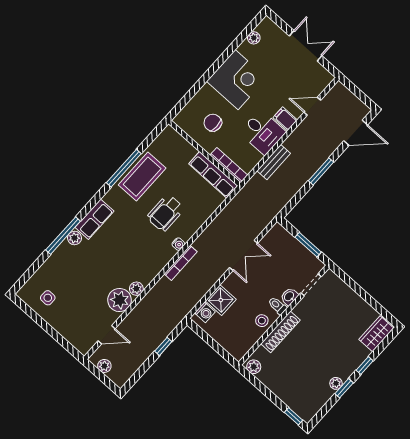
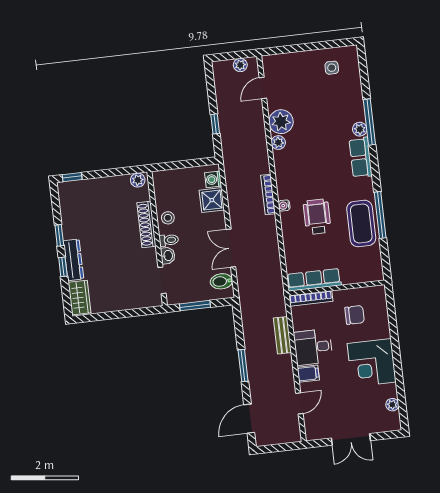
bidet: (274, 241) -> (221, 281), added
dresser: (353, 362) -> (73, 260), added
plant: (336, 383) -> (69, 232), removed

